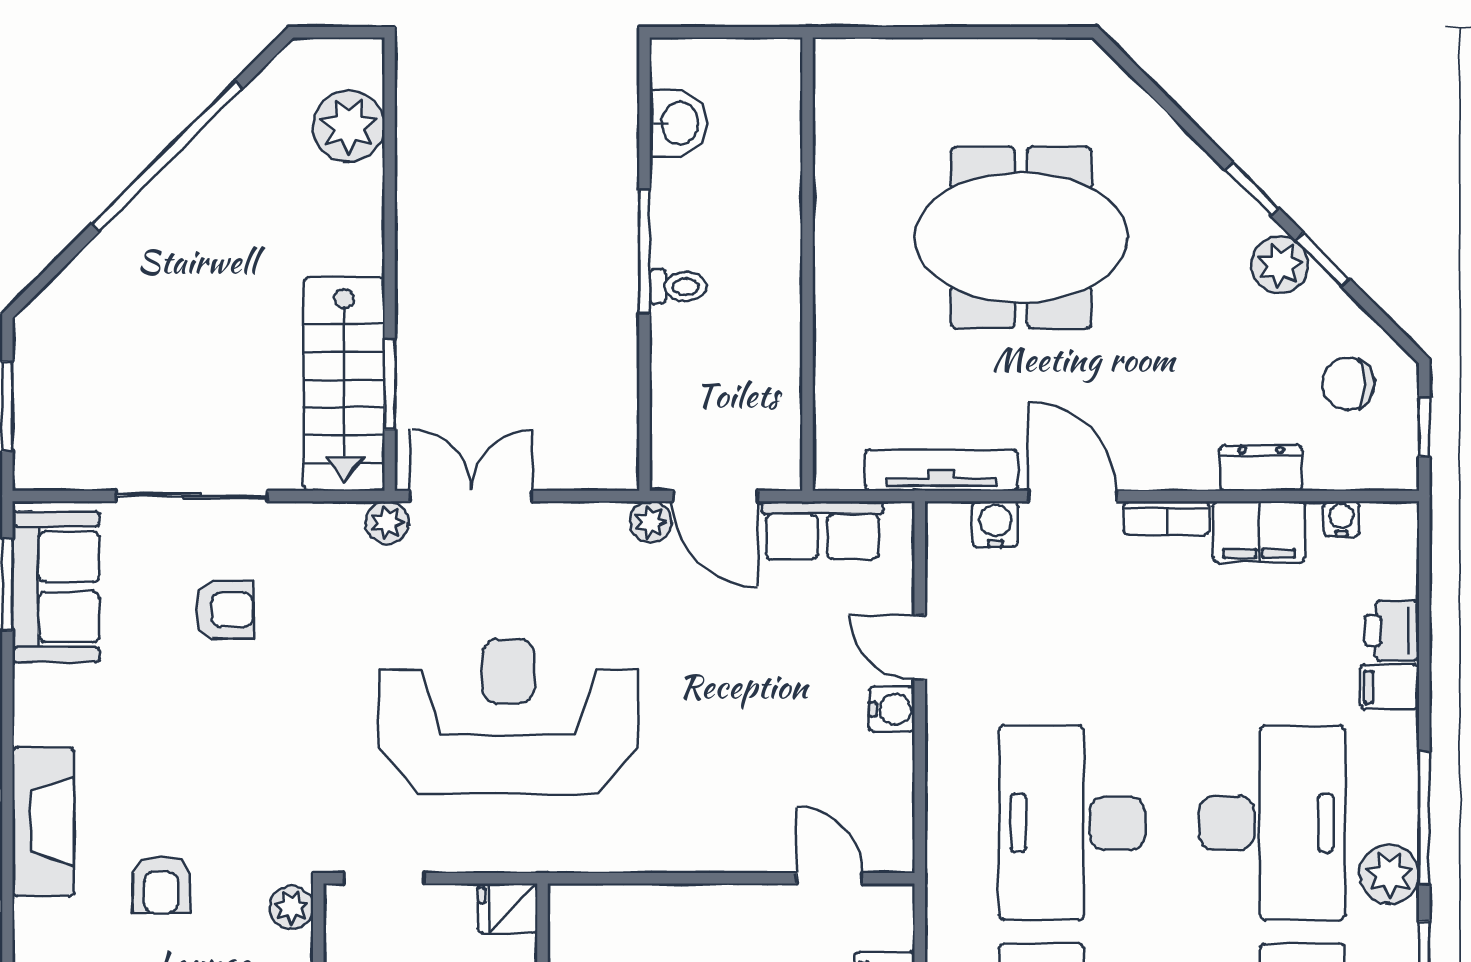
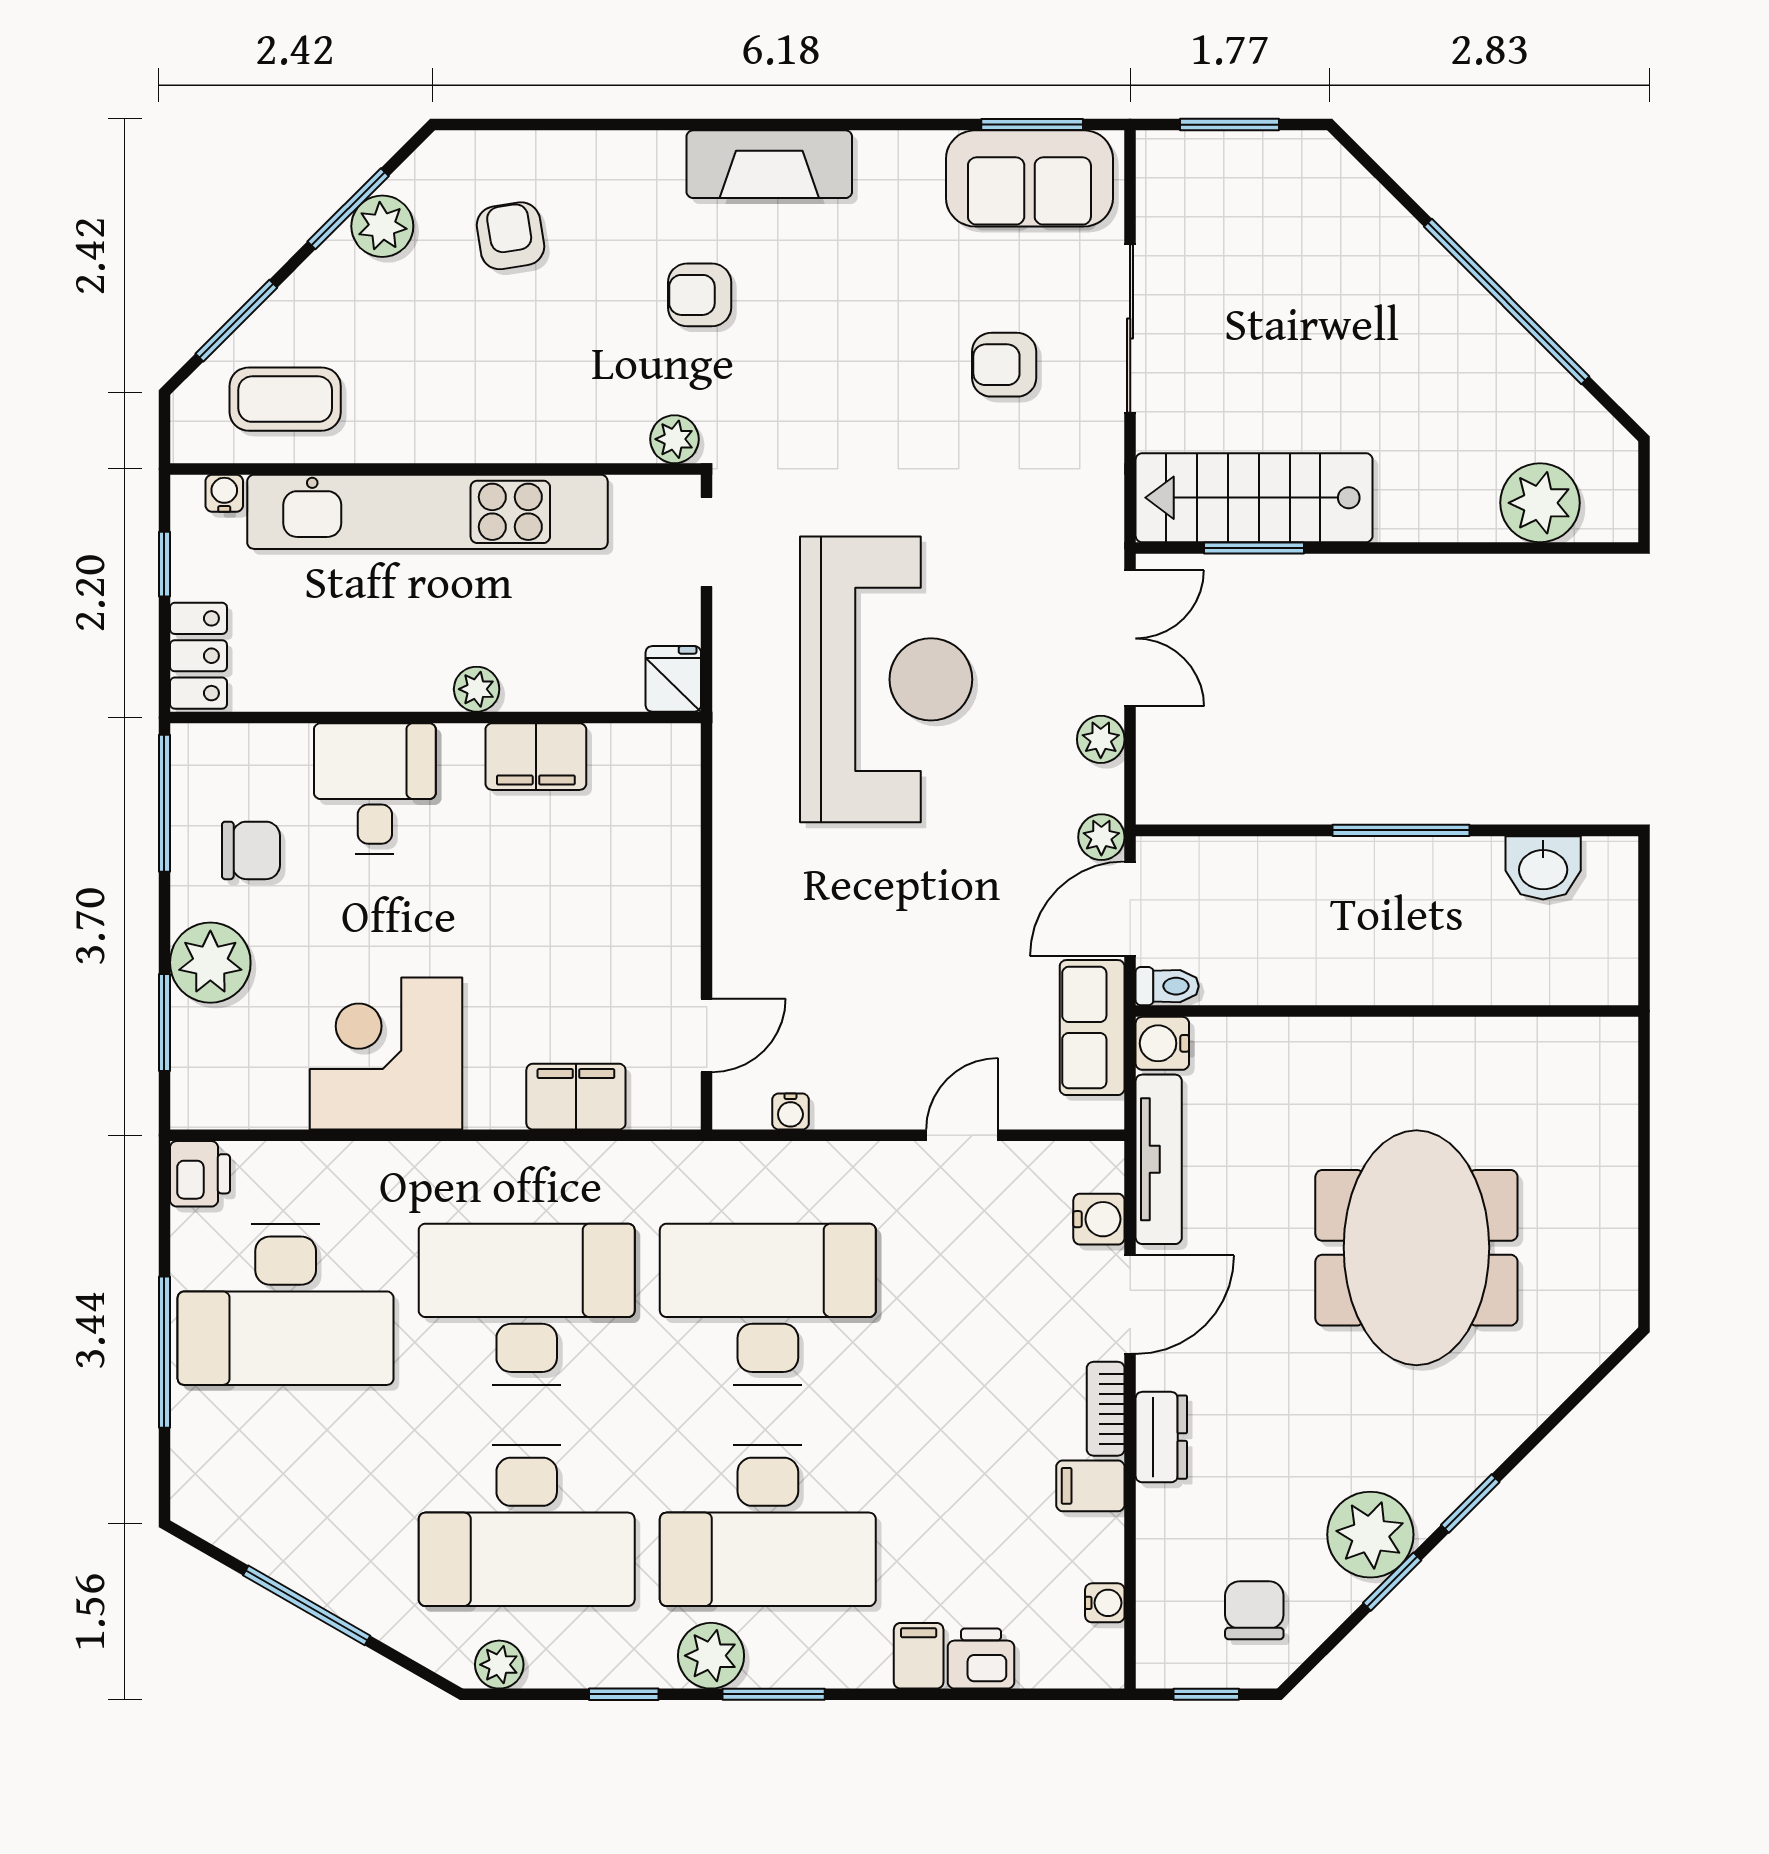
plant: (1280, 265) -> (1370, 1535), width x1.36, depth x1.36
toilet: (678, 287) -> (1167, 986), moved, turned -90
water cooler: (837, 467) -> (1162, 1043), added
dresser: (1261, 468) -> (1161, 1437), moved
plant: (387, 522) -> (1101, 739), moved
filing cabinet: (1259, 532) -> (1090, 1486), width x0.50
armchair: (224, 610) -> (1004, 365), turned 90
water cooler: (892, 709) -> (790, 1111), moved, width x0.72, depth x0.72
window: (1424, 818) -> (774, 1694), width x0.69

